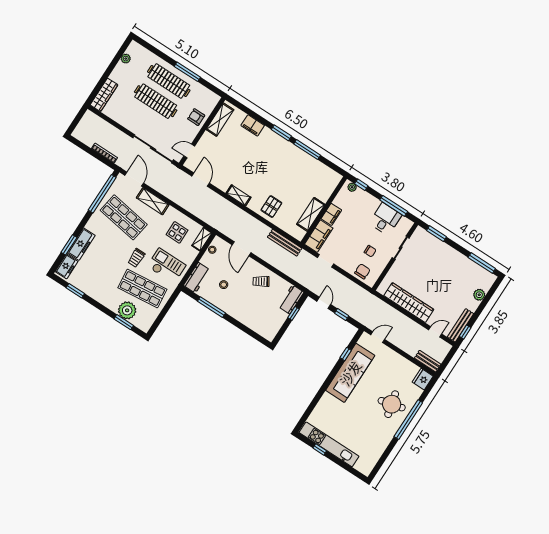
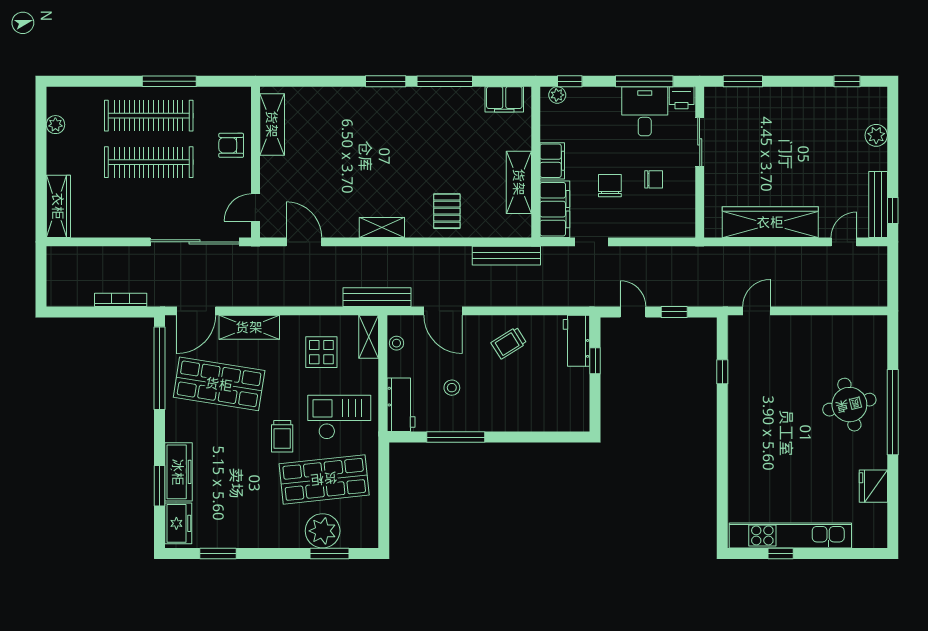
filing cabinet: (253, 125) -> (504, 99), moved
door: (134, 179) -> (196, 311), swing flipped
printer: (405, 224) -> (682, 98), added
window: (482, 263) -> (847, 81), width x0.46
chair: (362, 271) -> (610, 186), moved
bench: (428, 361) -> (377, 297), moved, width x1.36
sofa: (350, 373) -> (749, 398), removed
fridge: (423, 379) -> (873, 486), moved

